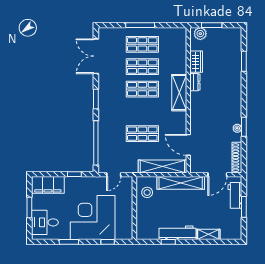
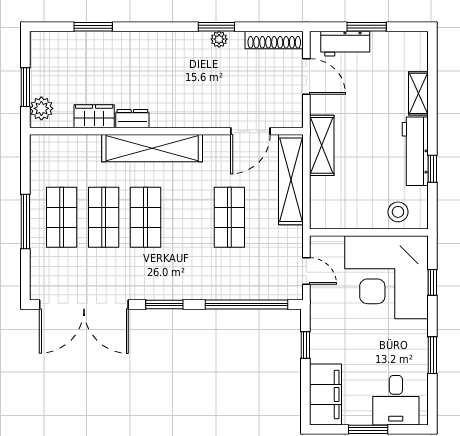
double door: (96, 56) -> (84, 305), width x1.36
shelving: (179, 93) -> (152, 148), width x1.47
shelving: (181, 183) -> (322, 145), width x0.68
stool: (147, 192) -> (398, 212), moved
corner desk: (93, 217) -> (387, 277), moved

